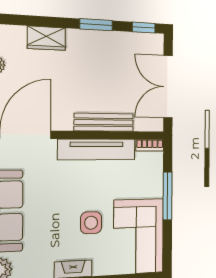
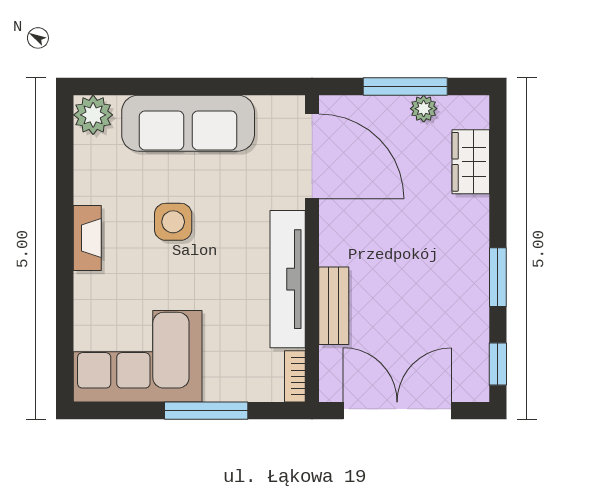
wardrobe: (46, 38) -> (471, 162), moved
bench: (104, 122) -> (334, 306), width x0.73
side table: (91, 223) -> (173, 222), moved

